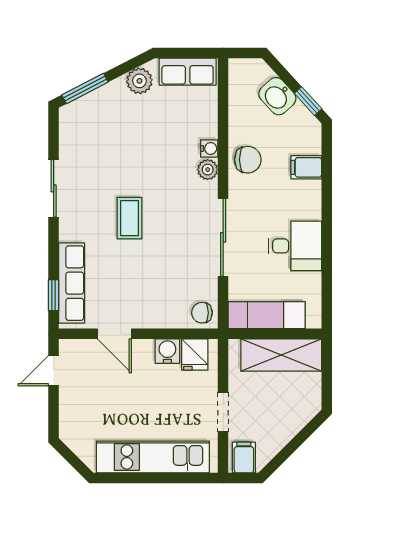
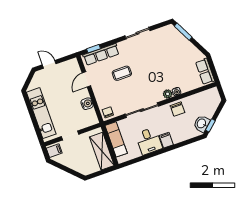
plant: (139, 81) -> (194, 53), removed
washbasin: (277, 96) -> (202, 124), moved
filing cabinet: (306, 167) -> (166, 140), moved
coffee table: (130, 218) -> (122, 73), moved
fridge: (195, 355) -> (90, 115), removed
door: (54, 371) -> (49, 64), moved

